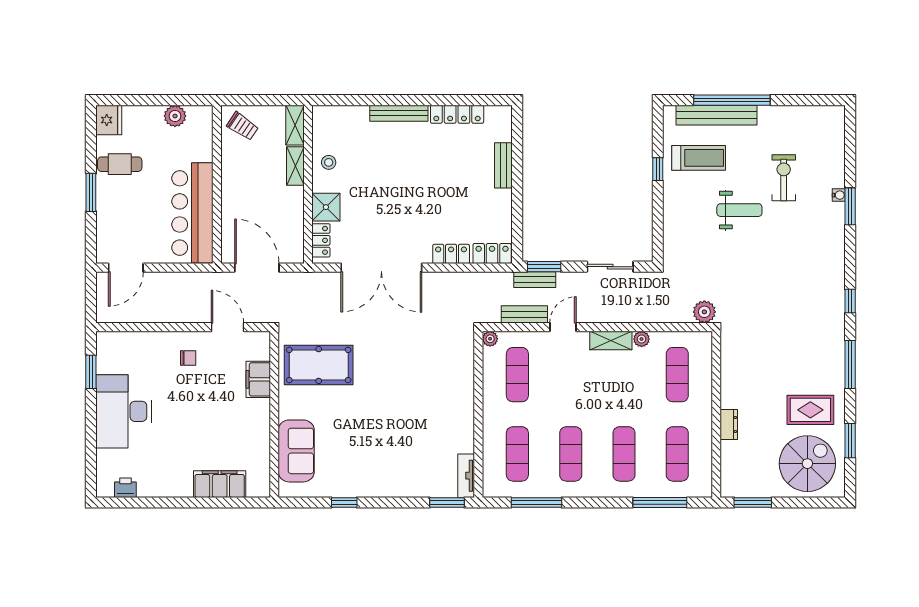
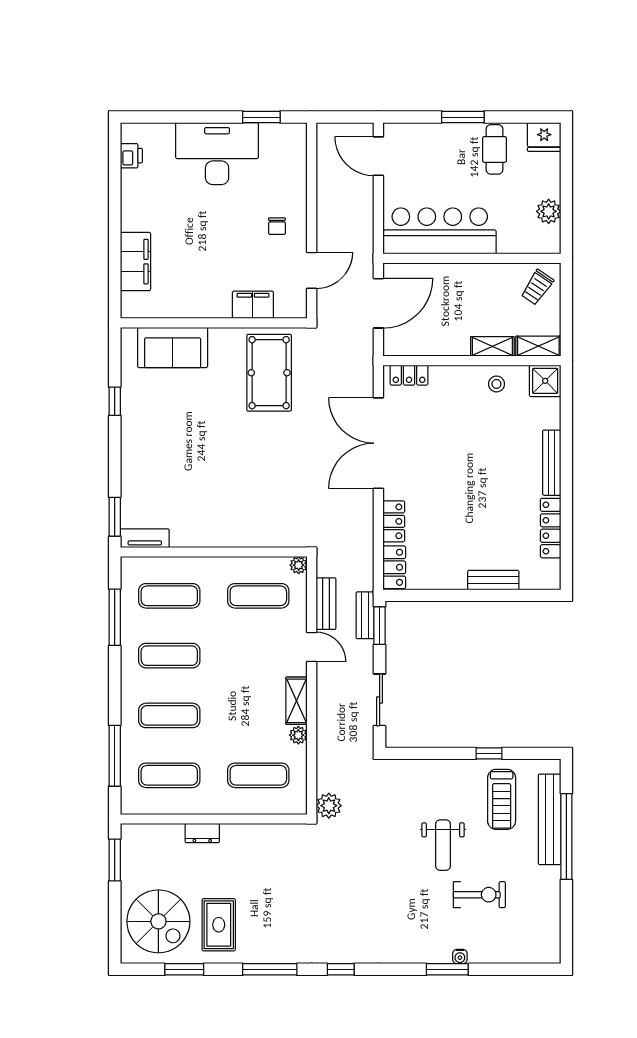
shower: (326, 207) -> (545, 381), moved

